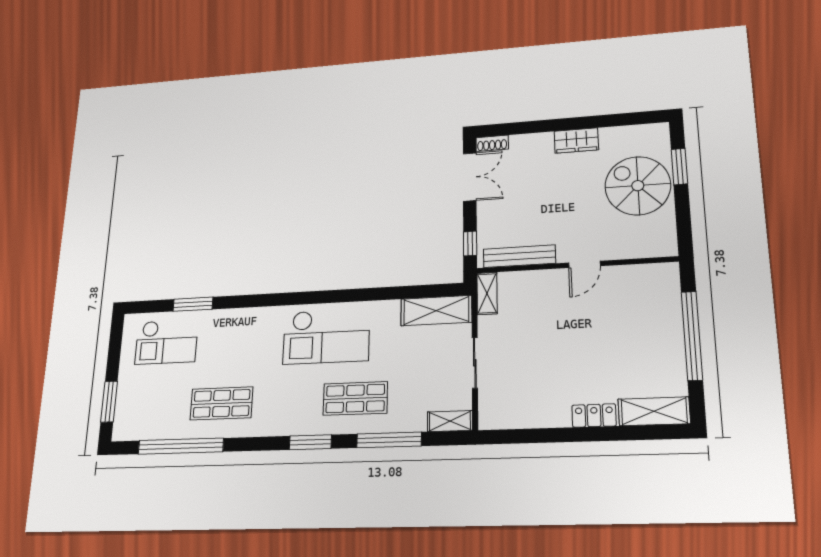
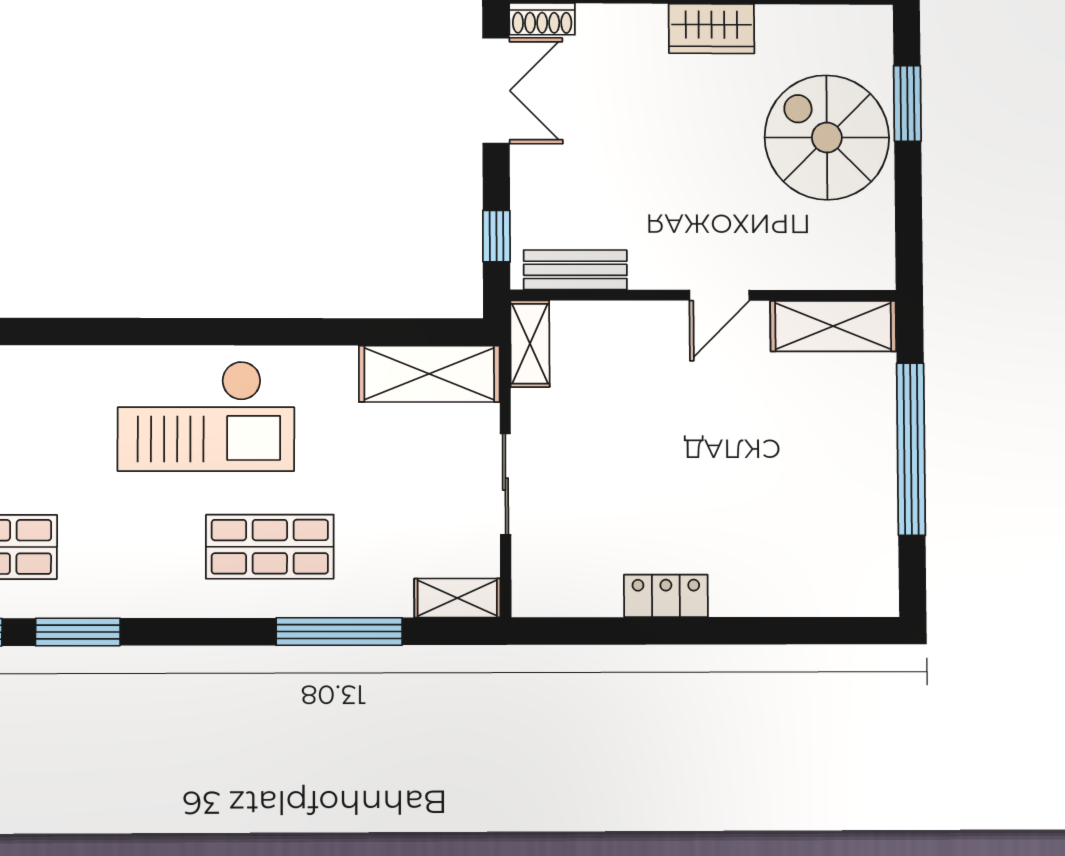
bench: (519, 256) -> (575, 270), width x0.73
shelving: (654, 411) -> (833, 326), moved
locker: (594, 415) -> (666, 596), moved
window: (310, 442) -> (78, 632), moved

